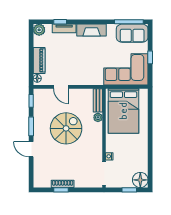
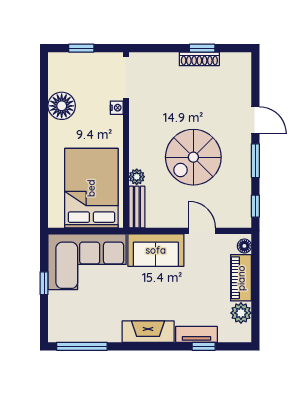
plant: (39, 30) -> (241, 313), moved
sofa: (132, 33) -> (156, 250), moved, turned 180
floor lamp: (140, 180) -> (62, 106), moved

